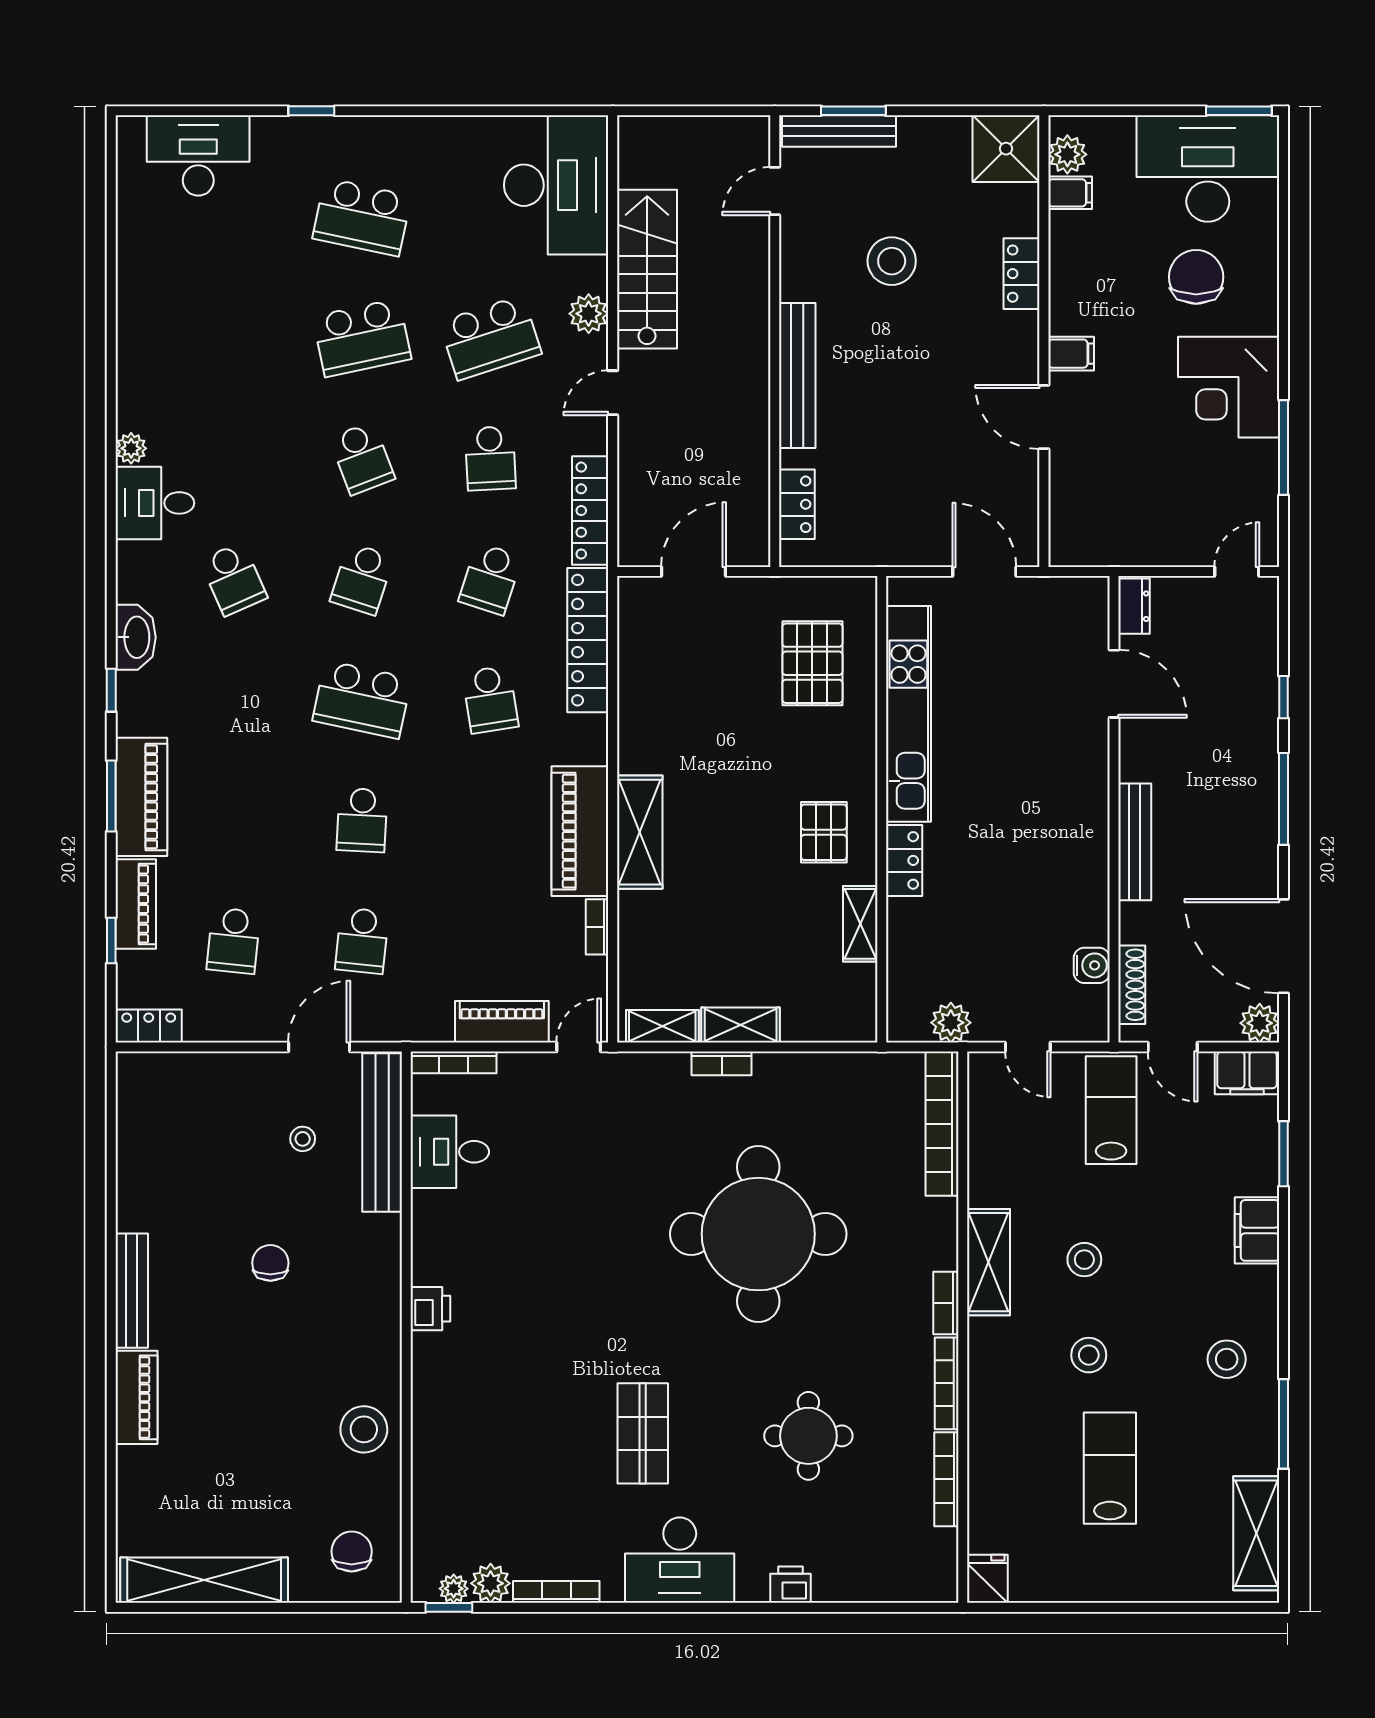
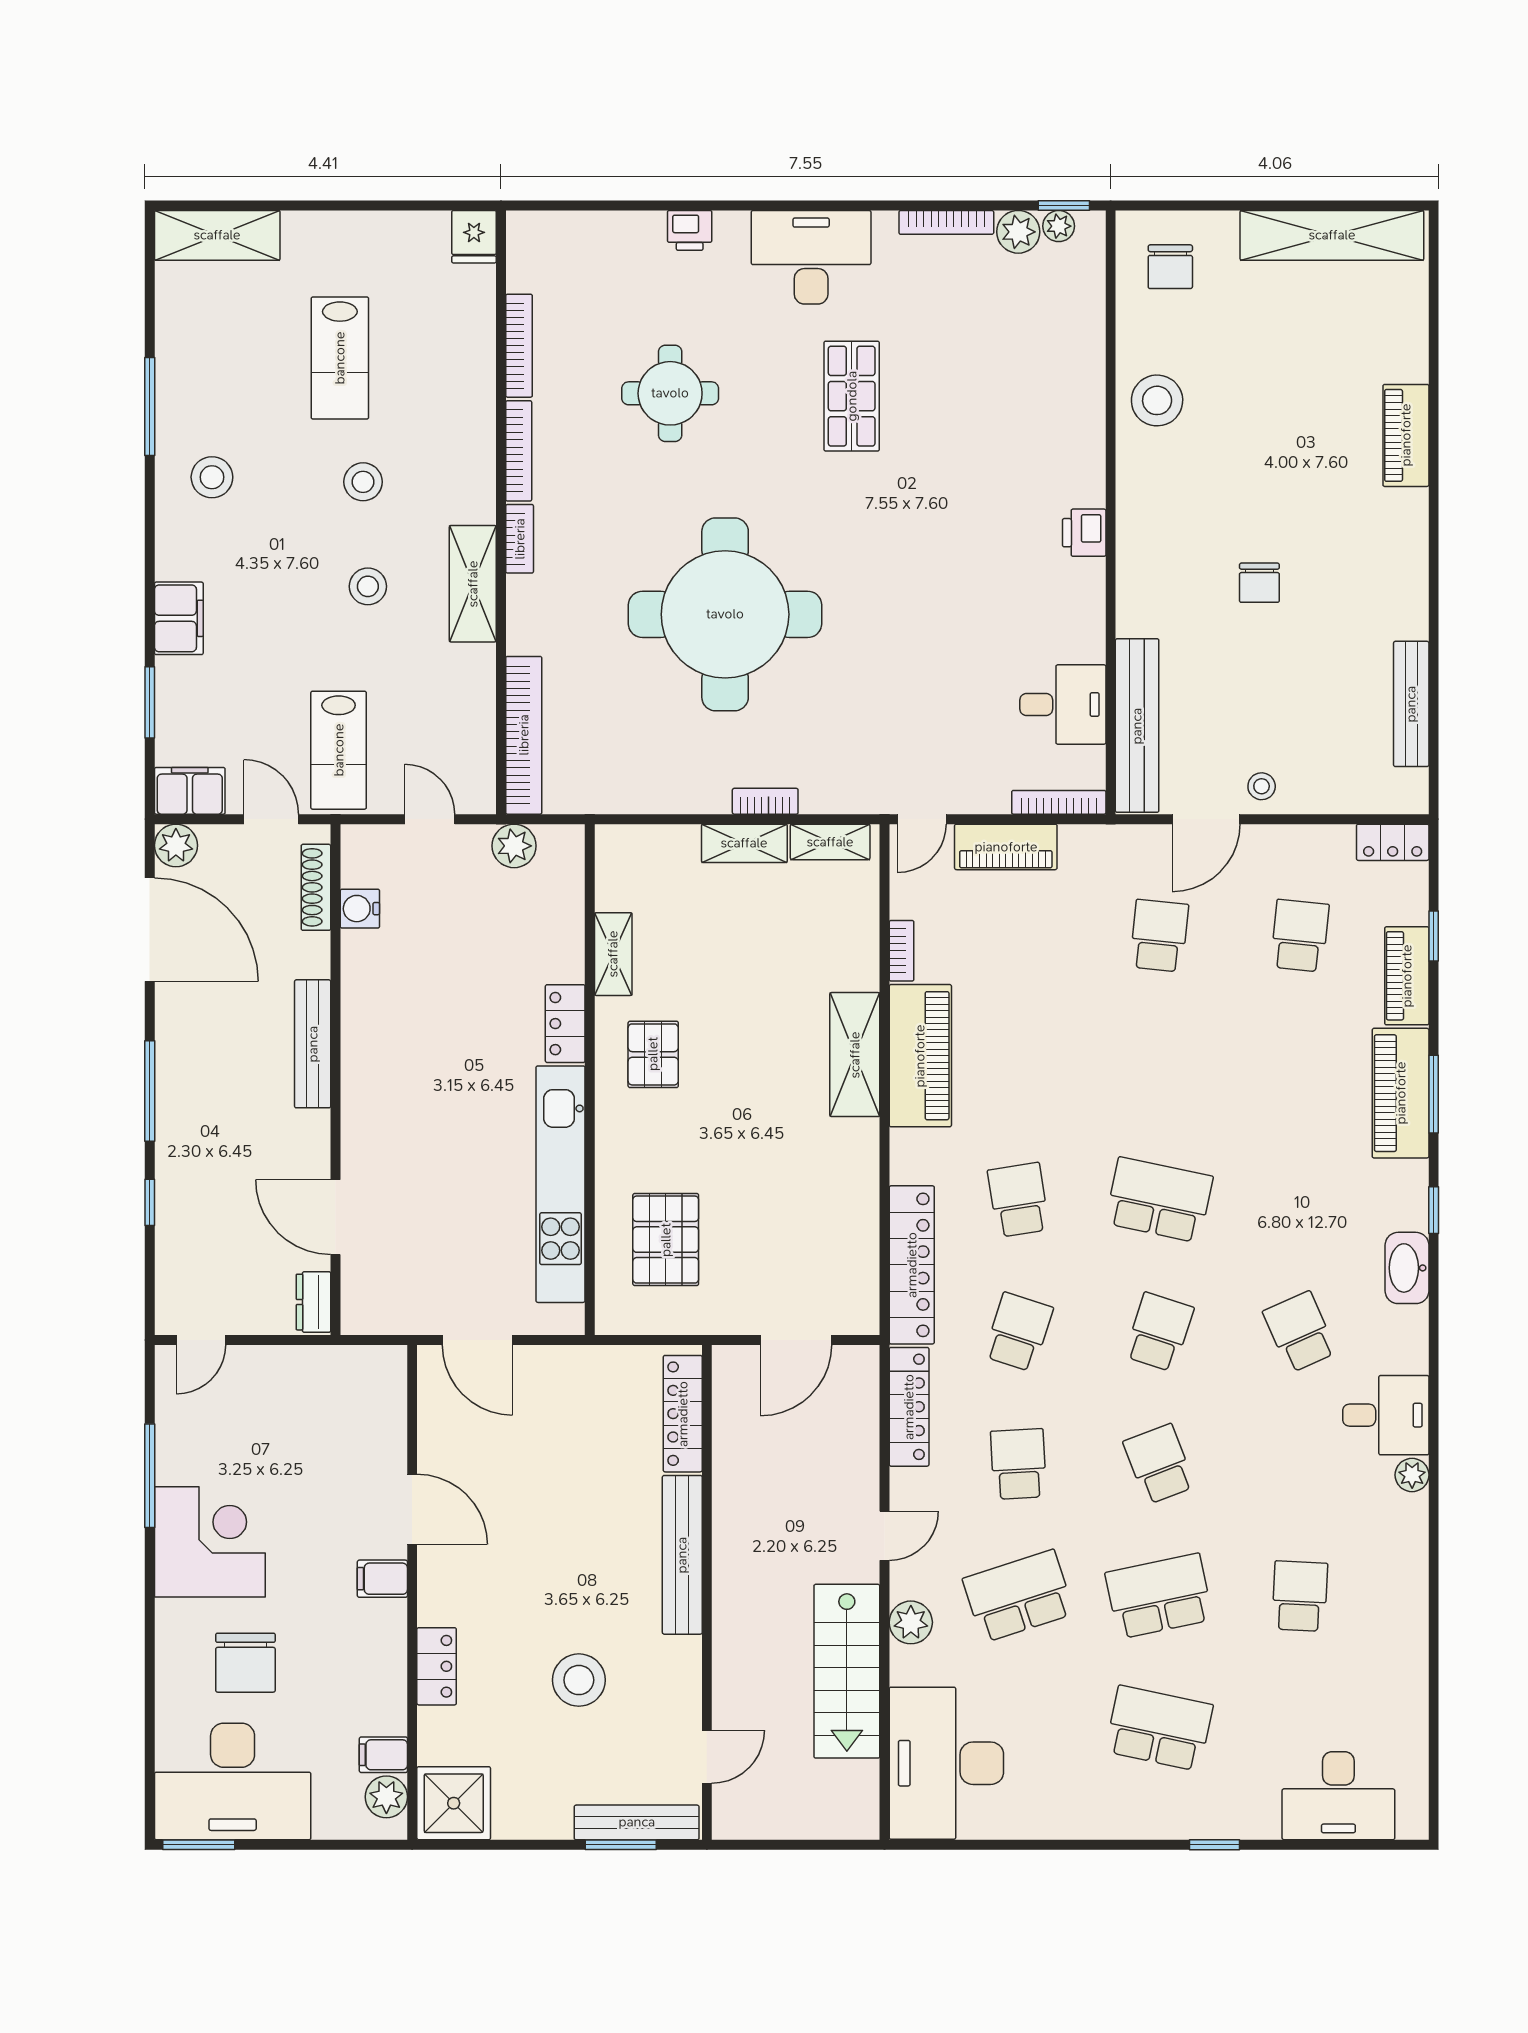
locker: (797, 504) -> (683, 1414), width x1.53
school desk: (362, 820) -> (1300, 1596), moved
stool: (303, 1139) -> (1262, 786), moved
bench: (132, 1291) -> (1411, 704), moved
shelving: (1256, 1533) -> (217, 235), moved, turned 90

